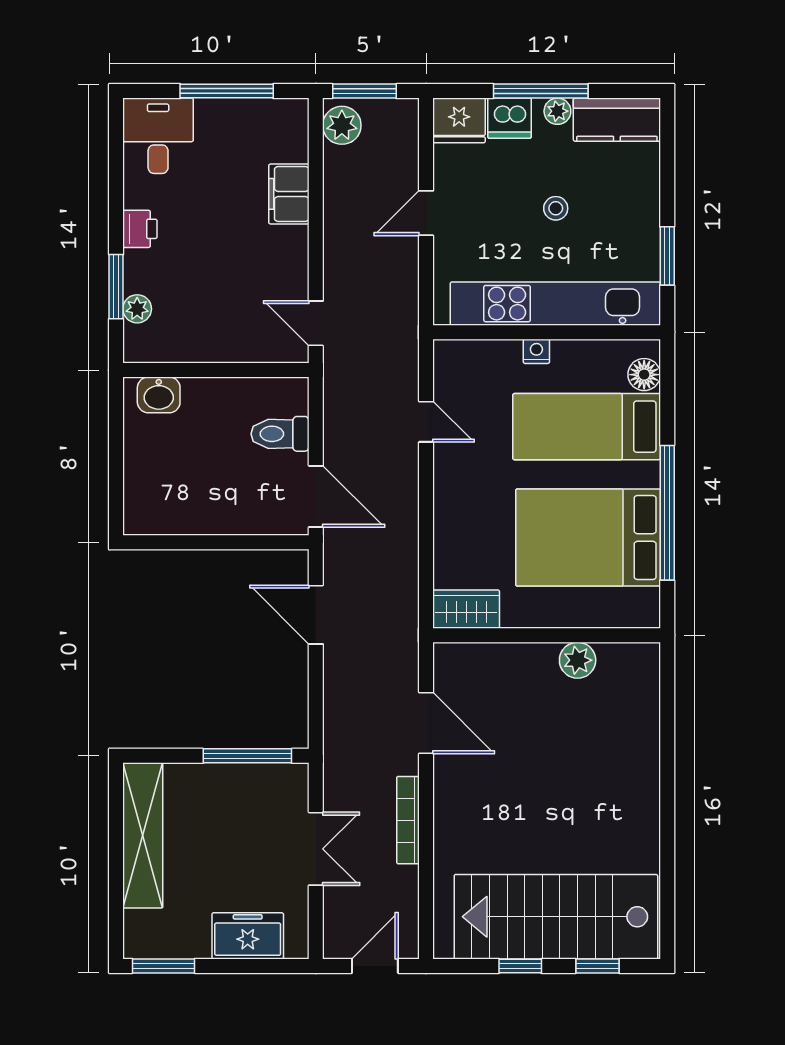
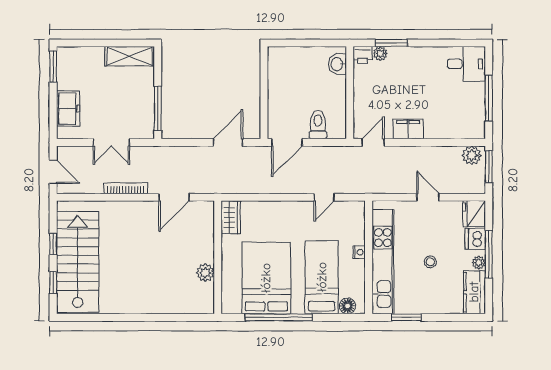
filing cabinet: (289, 194) -> (408, 129), moved
printer: (140, 229) -> (363, 55), moved
shelving: (143, 835) -> (130, 56), width x0.68

